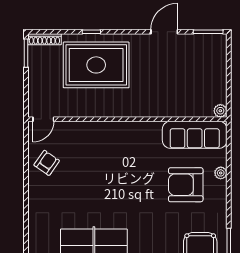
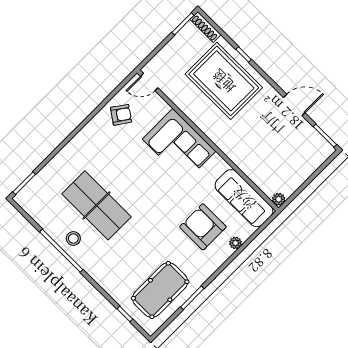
corner sofa: (110, 143) -> (179, 145), added

